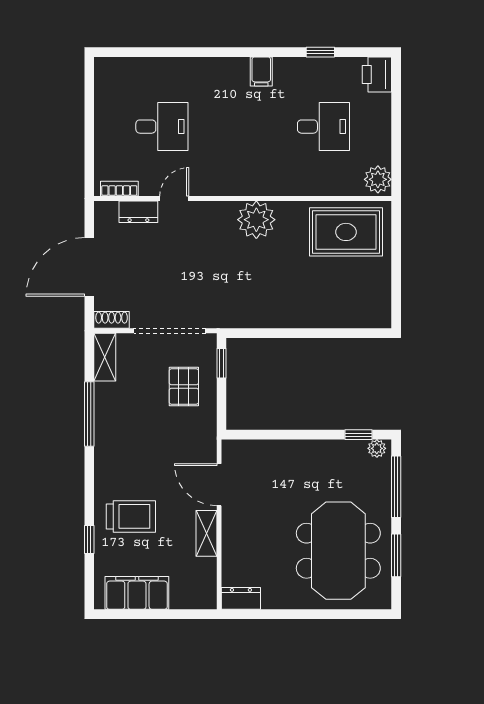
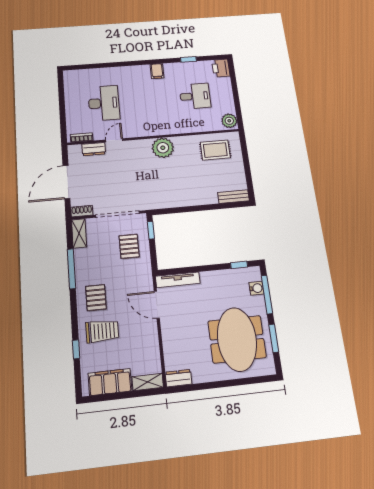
desk: (162, 127) -> (104, 103), width x1.37
rug: (346, 232) -> (215, 150), width x0.73, depth x0.70
bench: (366, 319) -> (233, 197), added
plant: (377, 448) -> (251, 272), removed
tv unit: (257, 449) -> (178, 280), added
pallet: (125, 464) -> (96, 298), added
water cooler: (381, 475) -> (256, 288), added
shelving: (206, 533) -> (148, 382), moved, turned 90

